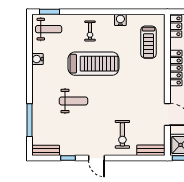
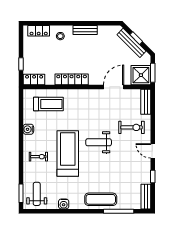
exercise mat: (43, 100) -> (101, 199), added
weight bench: (73, 101) -> (99, 142), moved, turned -90
door: (96, 158) -> (153, 151), swing flipped

